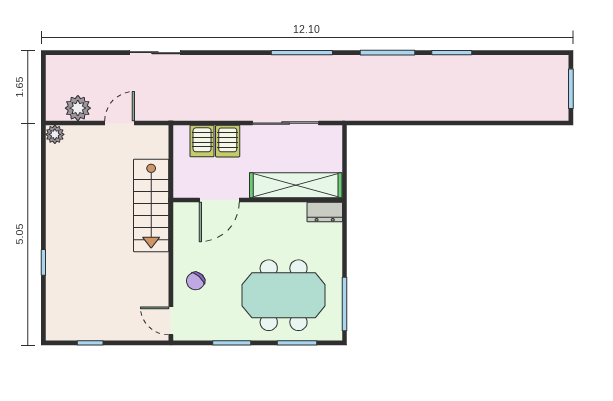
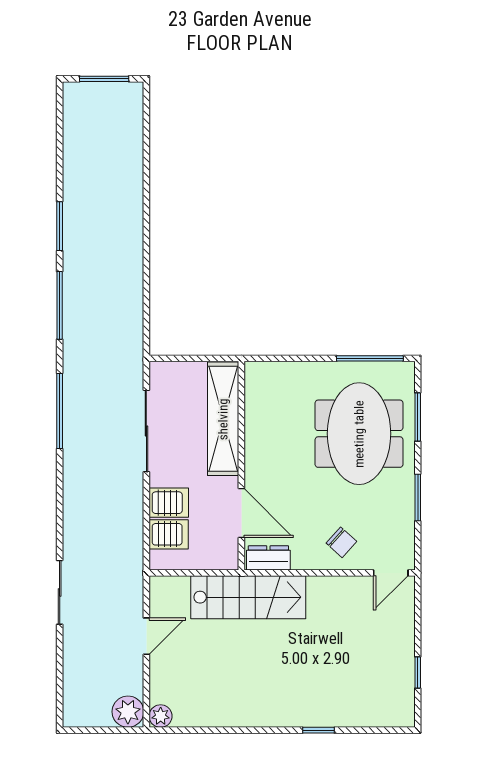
plant: (78, 108) -> (128, 712), moved
door: (120, 123) -> (146, 636), swing flipped
dresser: (325, 212) -> (268, 558), moved, turned -90

